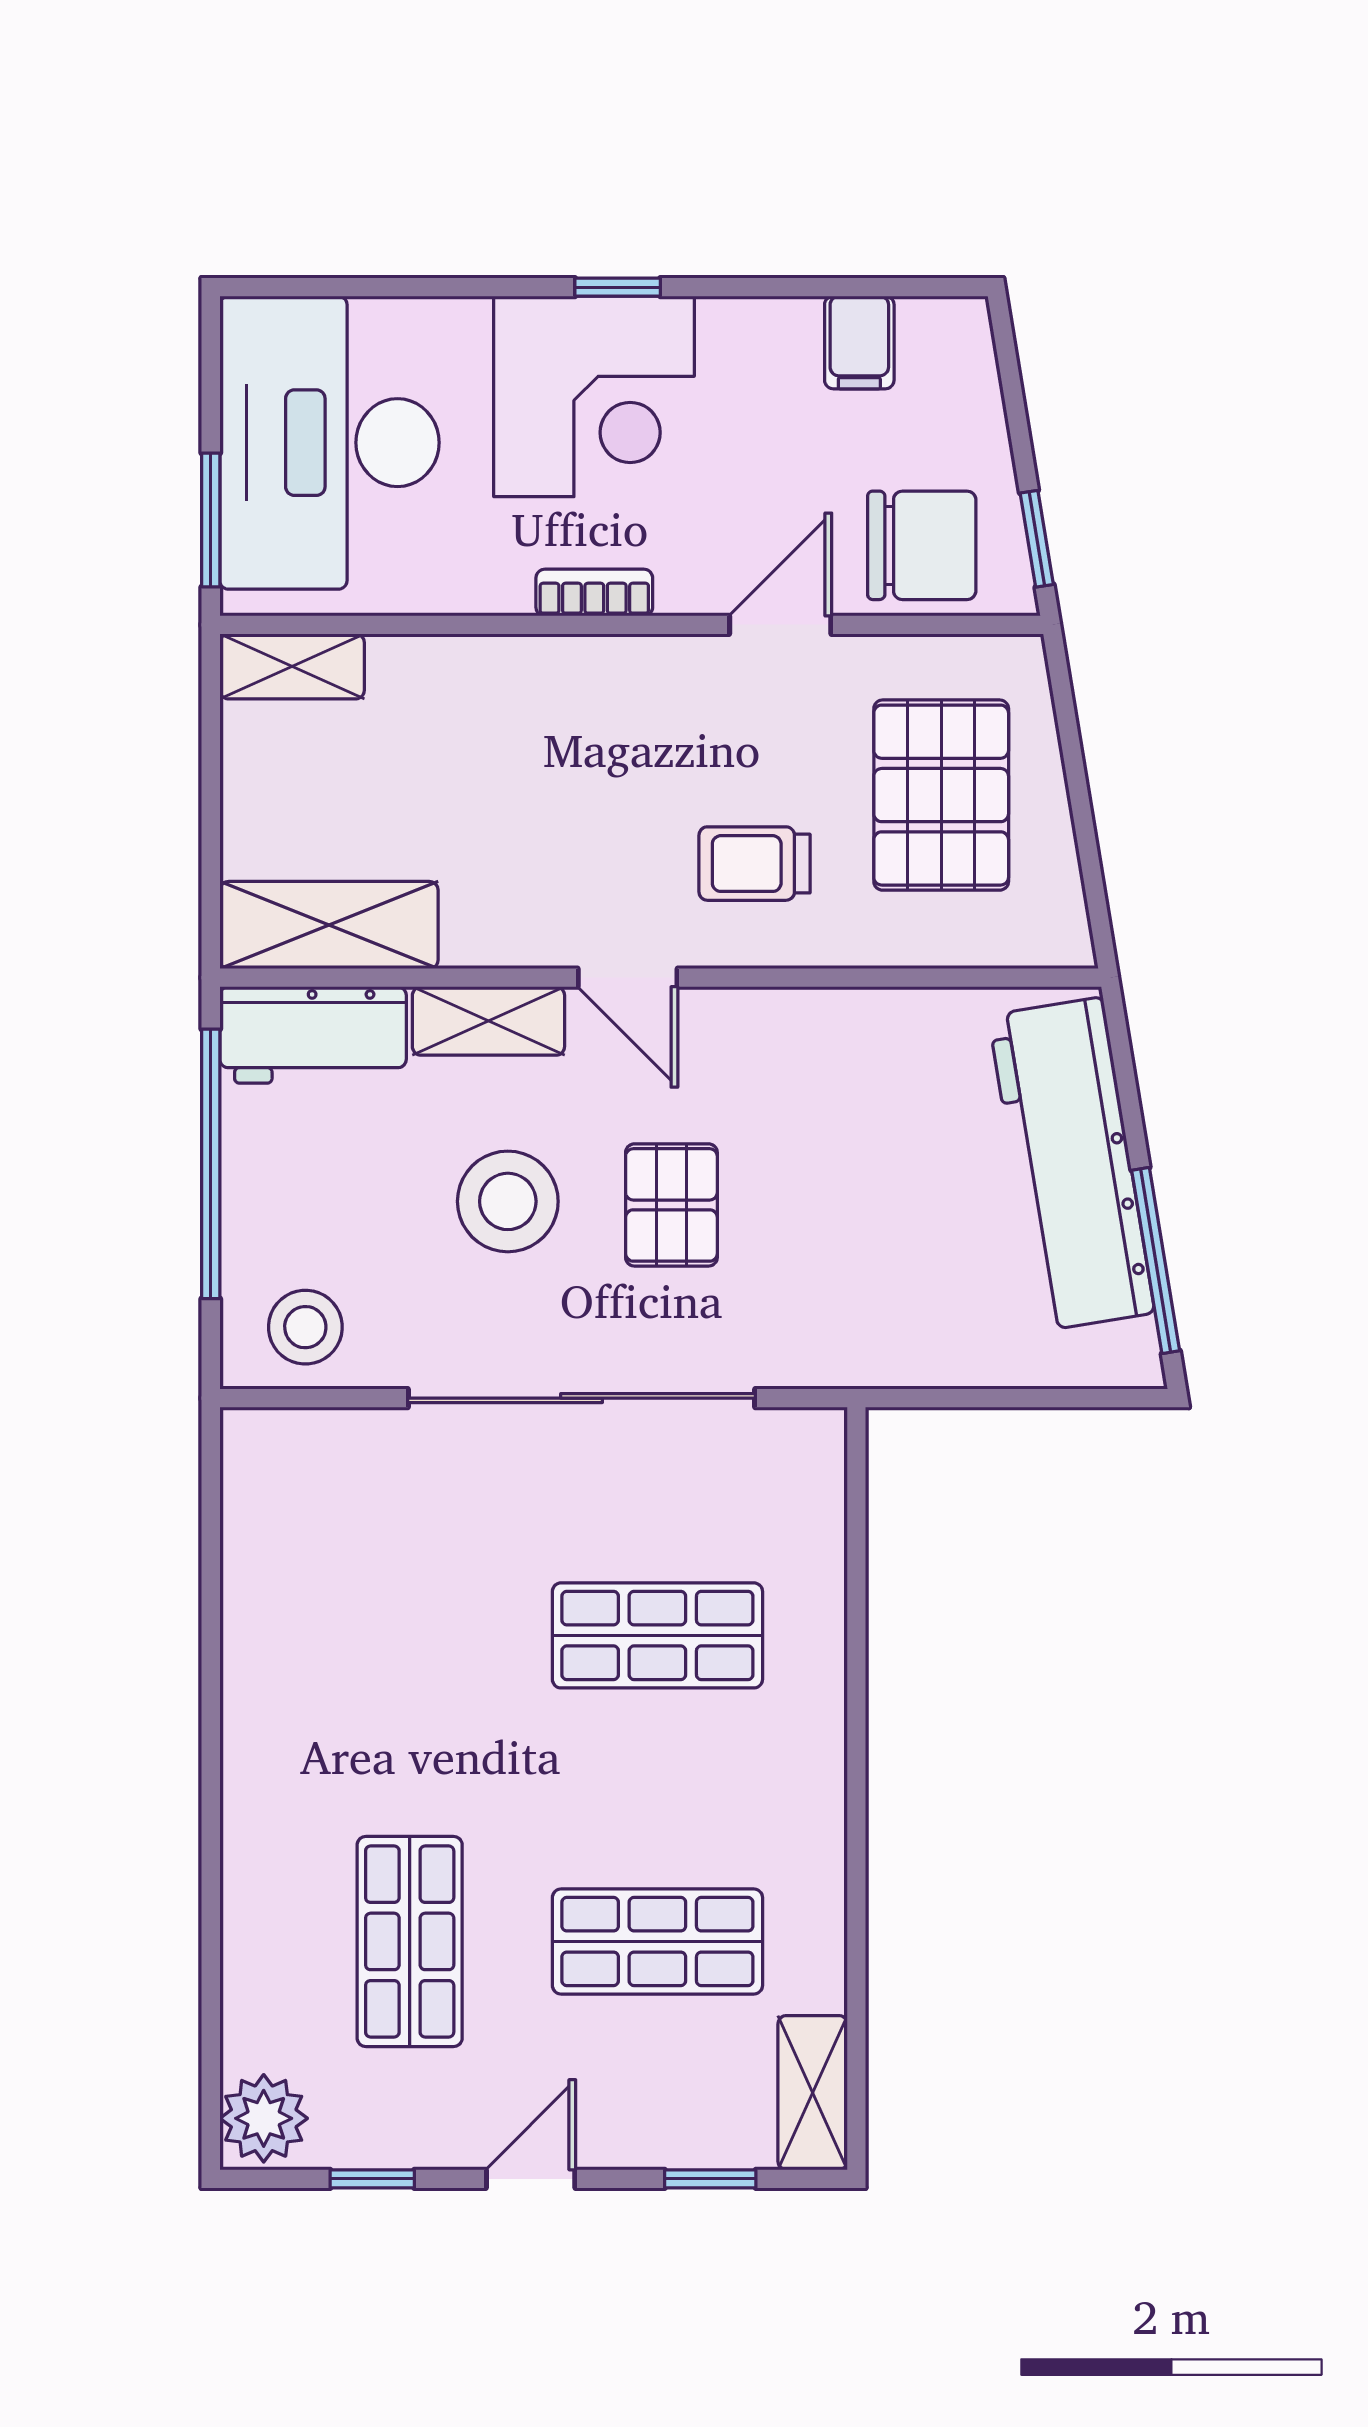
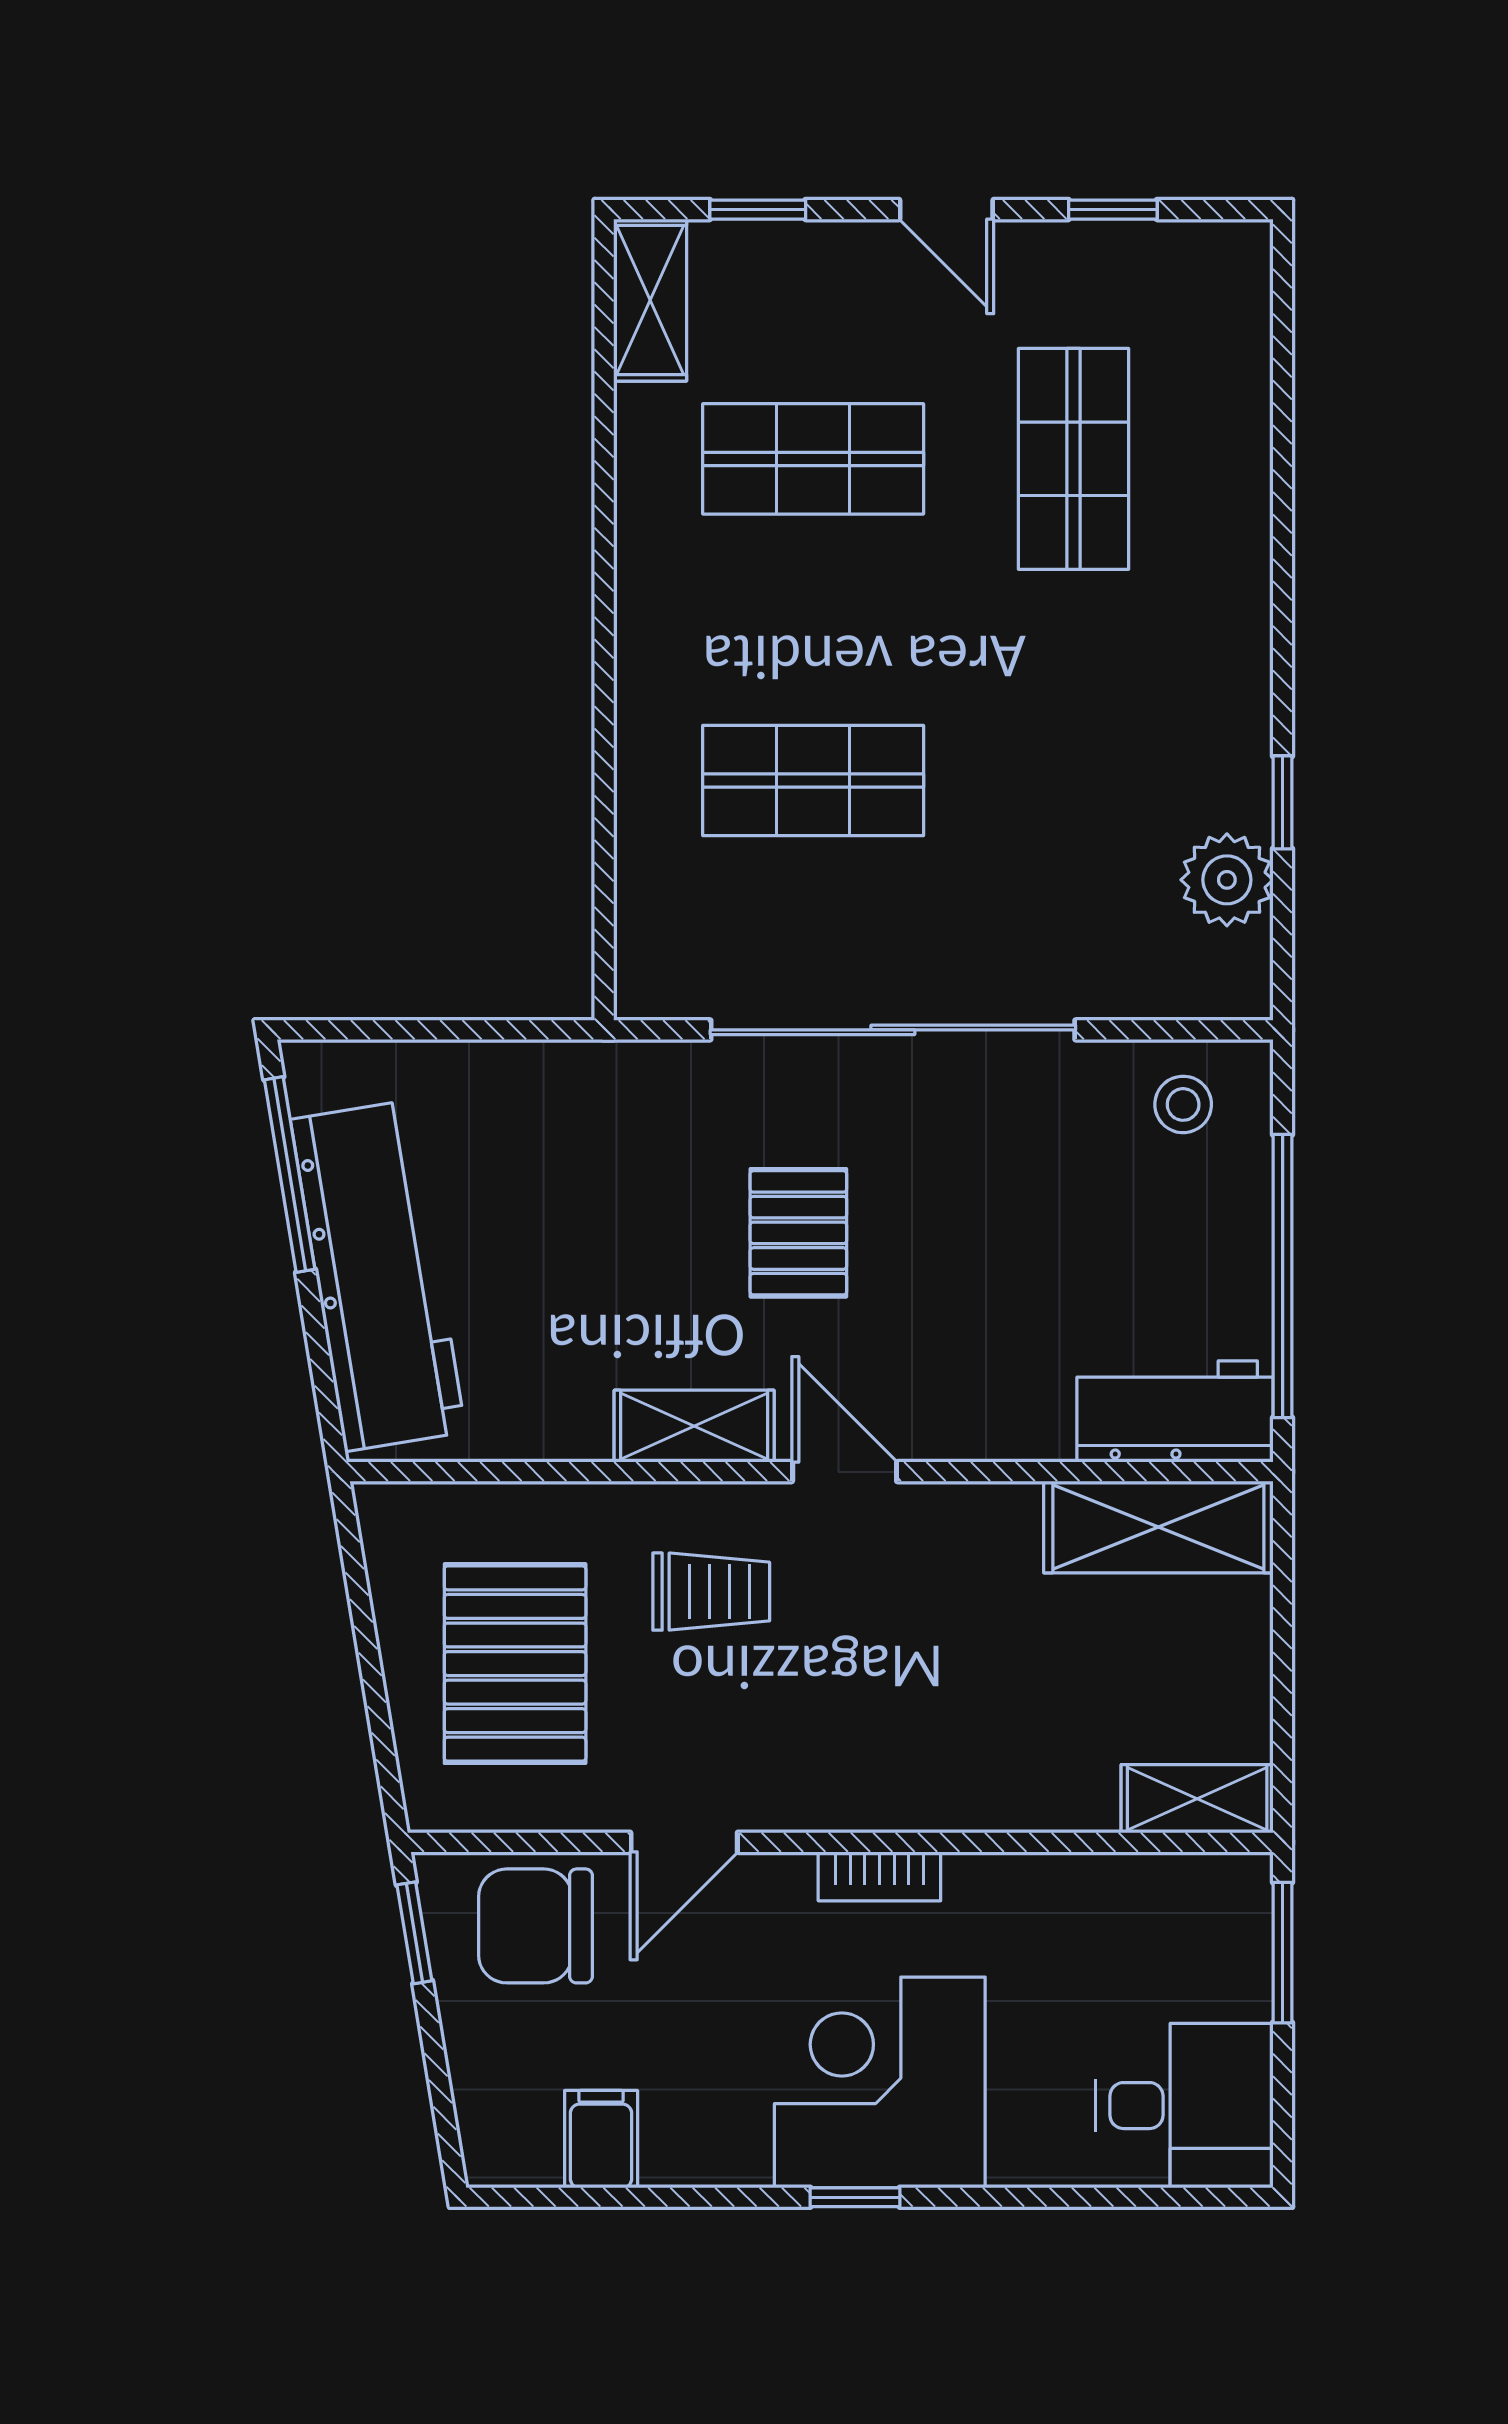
desk: (329, 443) -> (1184, 2106), width x0.53, depth x0.77
shelving: (488, 1021) -> (694, 1426), moved
stool: (508, 1201) -> (970, 1237), removed
stool: (305, 1327) -> (1183, 1104), width x0.73, depth x0.73
window: (211, 1615) -> (1283, 802), added
plant: (264, 2118) -> (1227, 880), moved
door: (531, 2179) -> (946, 210), hinge flipped

